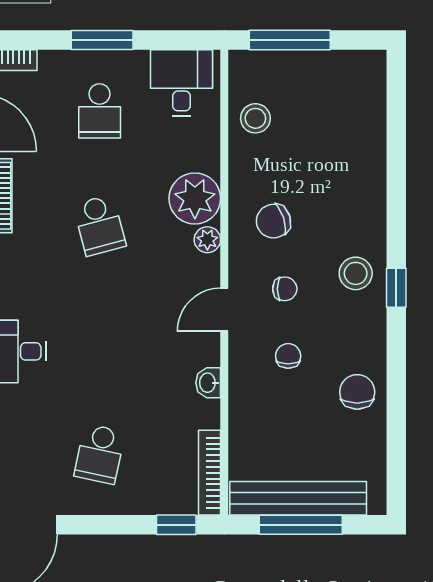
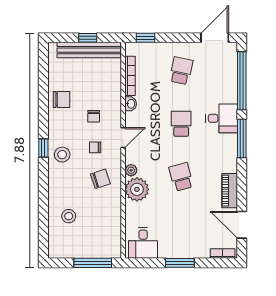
school desk: (100, 111) -> (181, 124), moved
stool: (255, 118) -> (69, 216), moved
chair: (357, 392) -> (61, 100), turned -90
bookcase: (210, 473) -> (130, 76), moved
window: (301, 525) -> (88, 38), width x0.46

